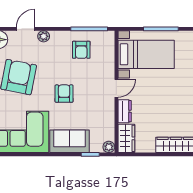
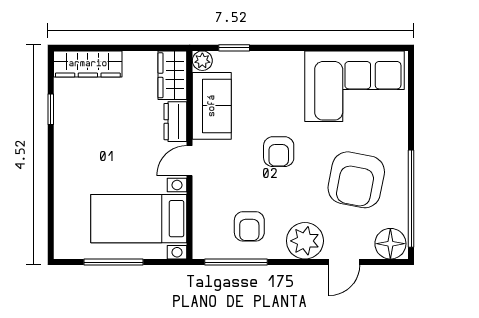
plant: (44, 36) -> (305, 241), width x1.87, depth x1.87
armchair: (81, 50) -> (249, 226), turned 180
sofa: (69, 141) -> (212, 106), moved, turned -90

